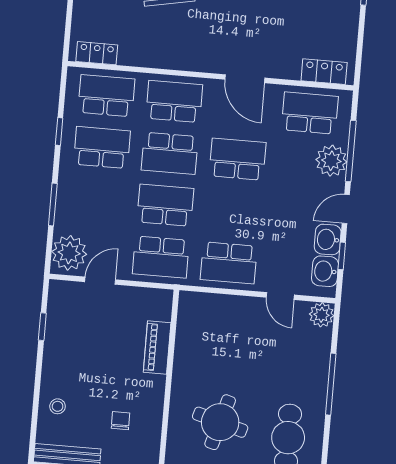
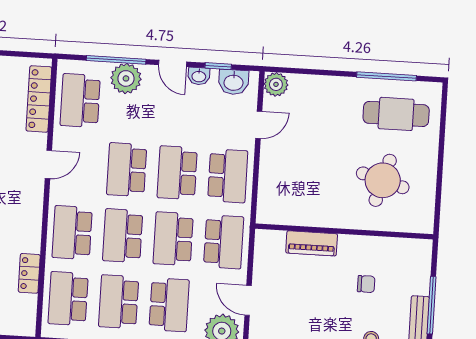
locker: (97, 53) -> (29, 273), moved
locker: (324, 72) -> (39, 99), width x1.53
door: (245, 79) -> (48, 164), width x0.73
school desk: (170, 153) -> (123, 236), turned 180
school desk: (97, 199) -> (169, 305), added
school desk: (233, 211) -> (177, 173), added
washbasin: (328, 239) -> (199, 76), width x0.72, depth x0.69
window: (331, 384) -> (386, 76), moved
chair: (120, 421) -> (366, 284), moved, turned 180

